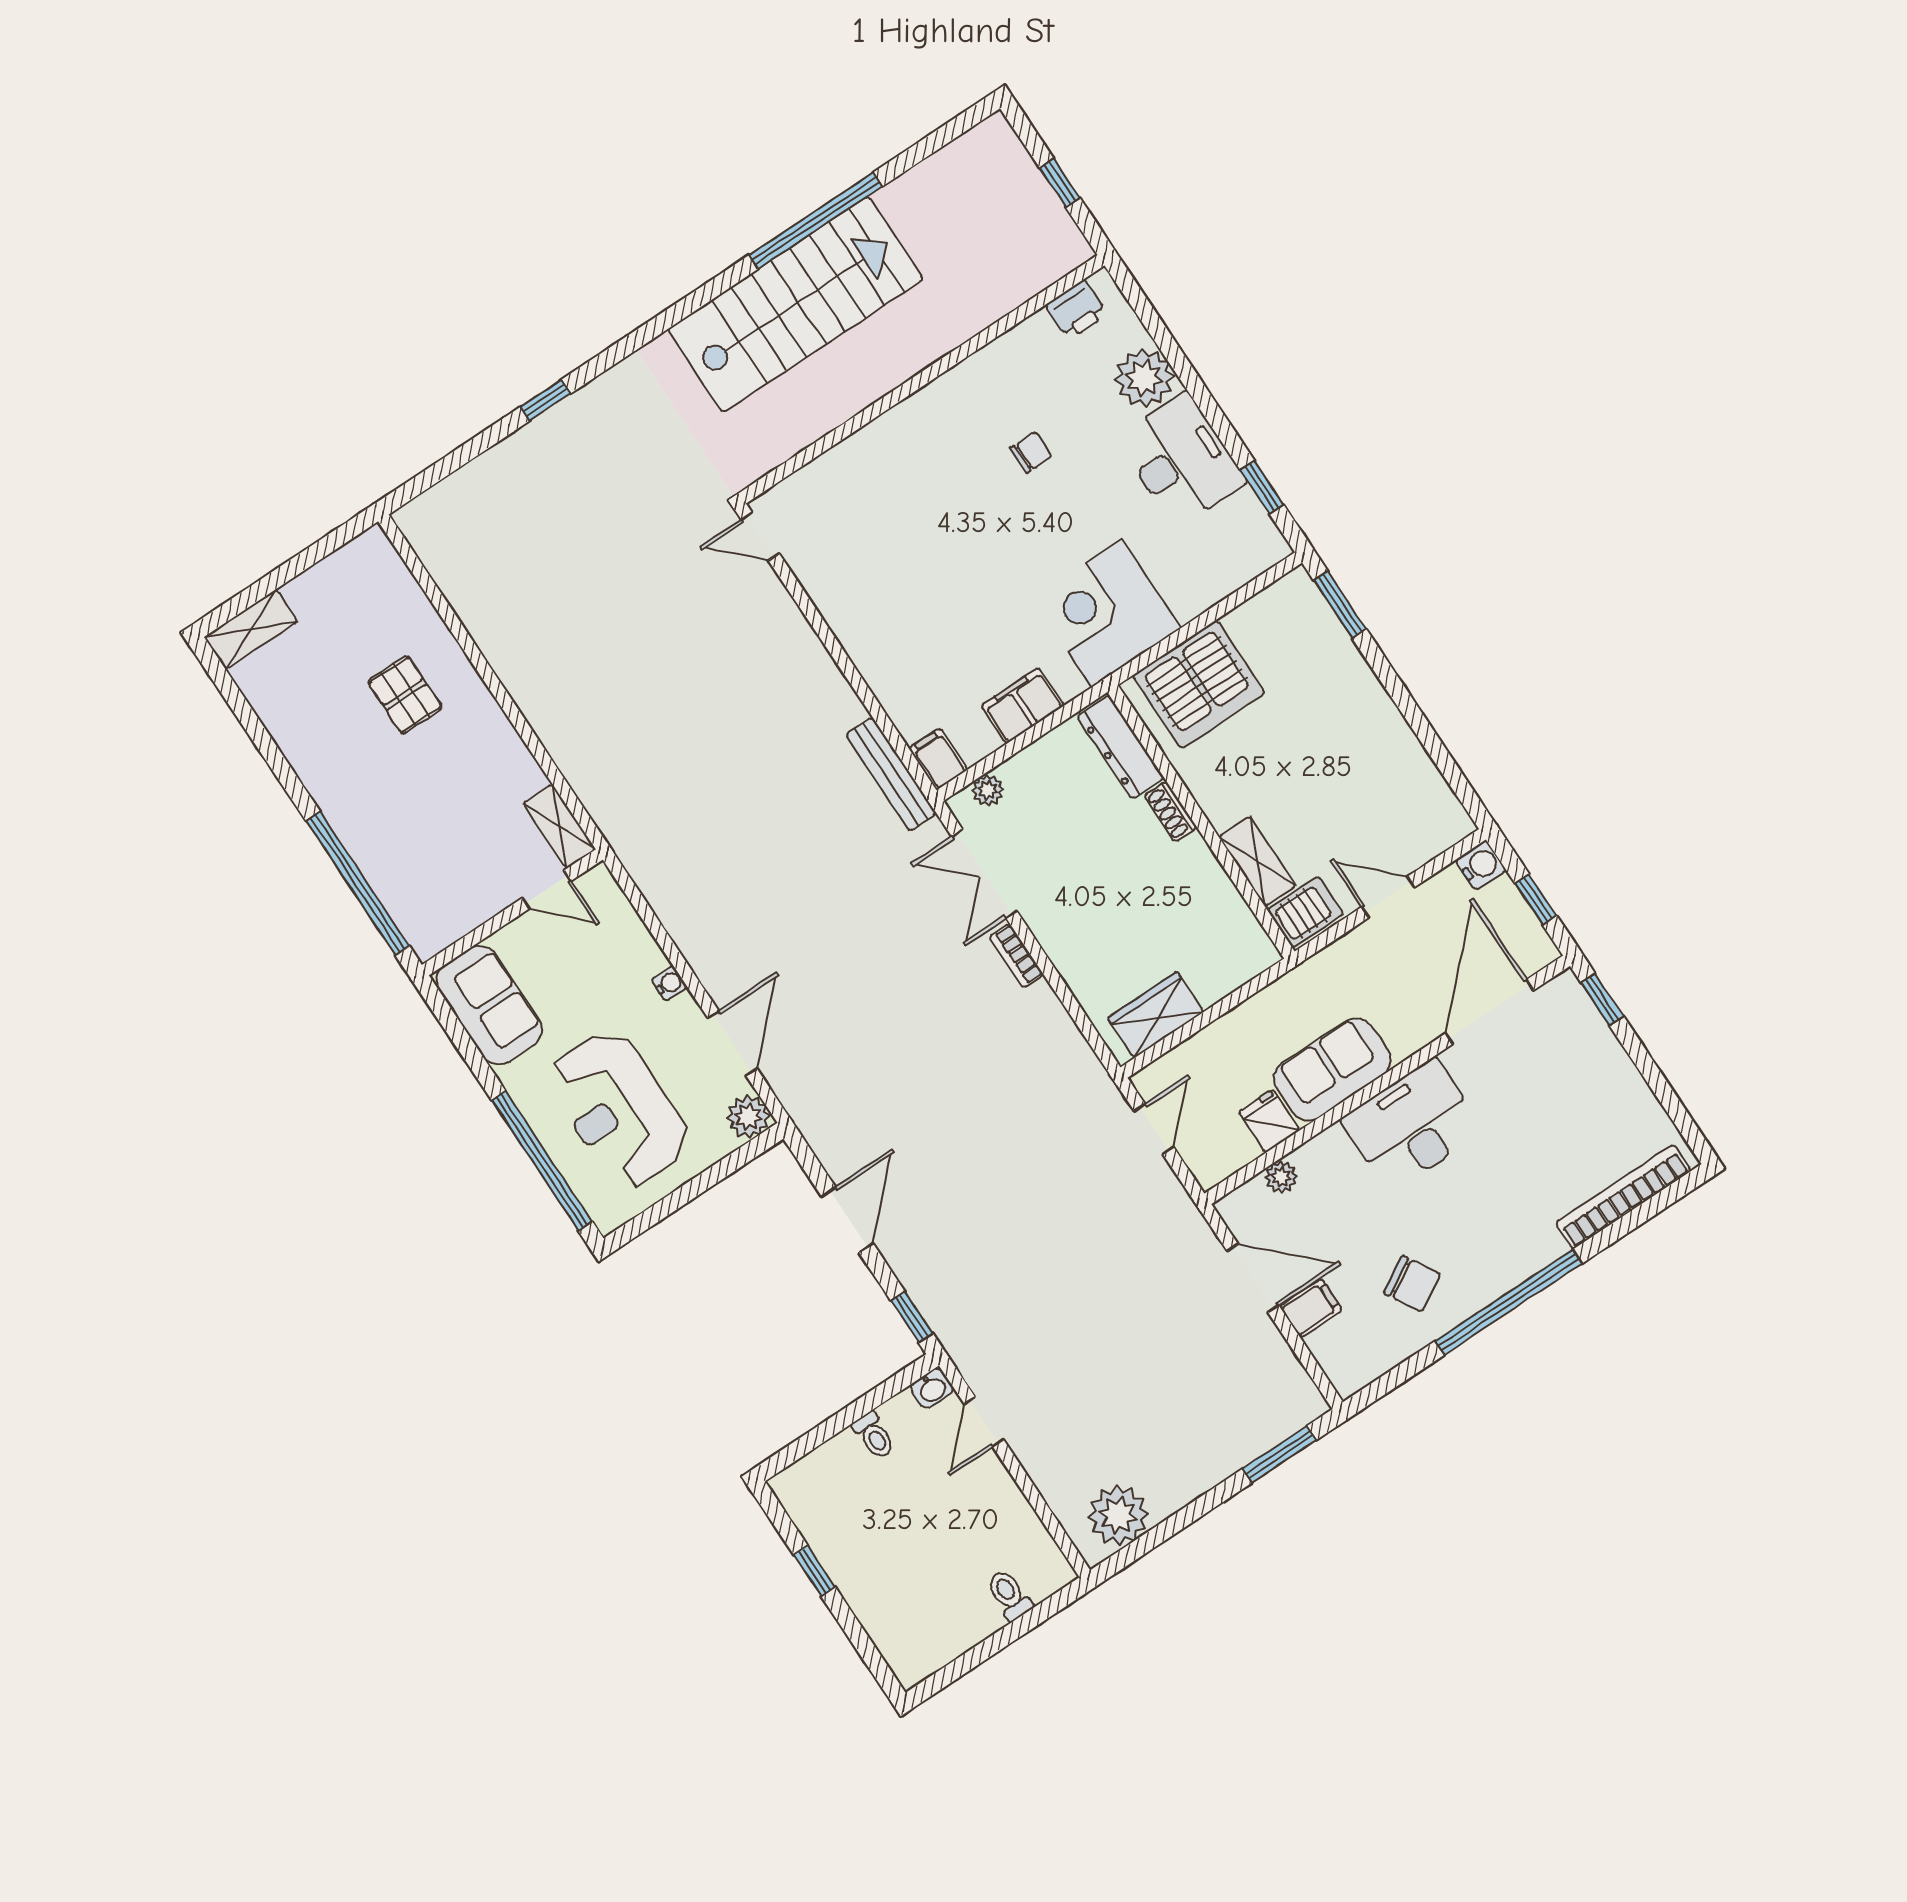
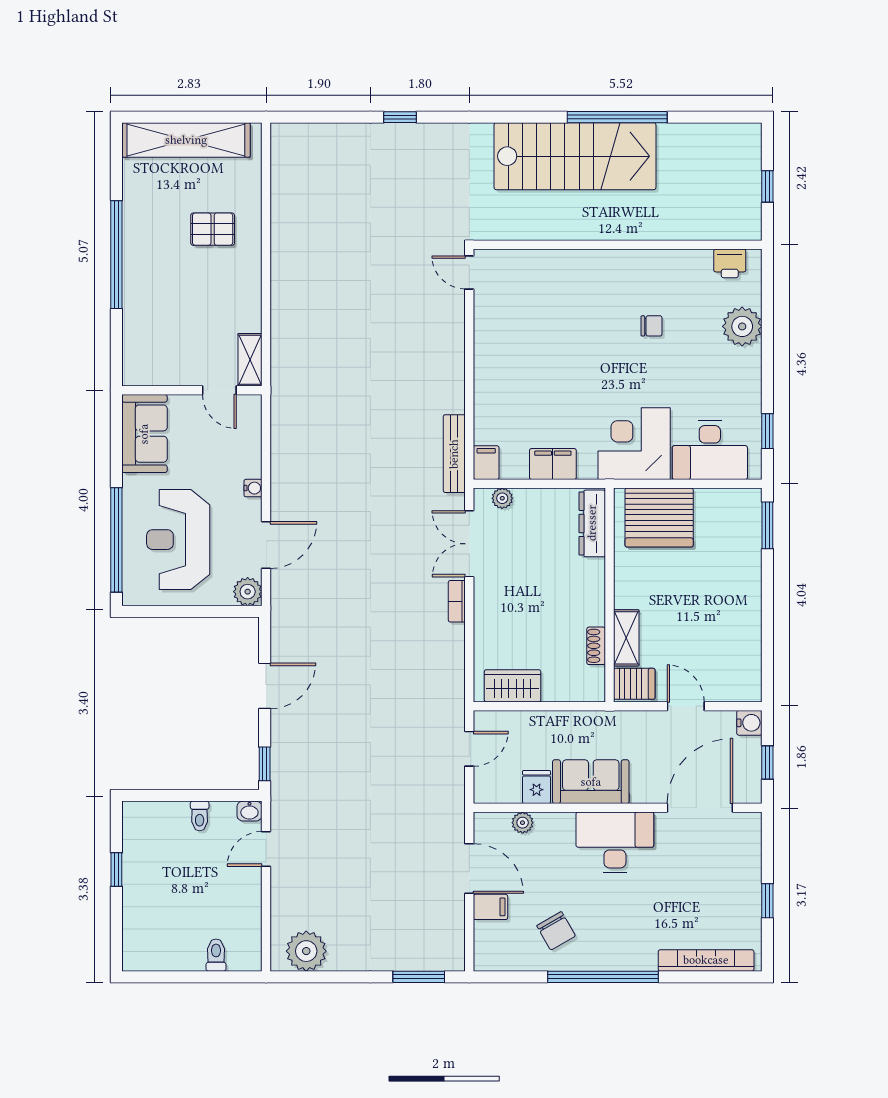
desk: (1181, 460) -> (710, 450), moved, turned 90
shelving: (251, 629) -> (186, 140), width x2.20, depth x1.33
pallet: (405, 695) -> (213, 229), turned 90
shoe rack: (1170, 812) -> (596, 646), moved
window: (358, 884) -> (116, 255), moved
window: (1602, 999) -> (767, 901), moved

